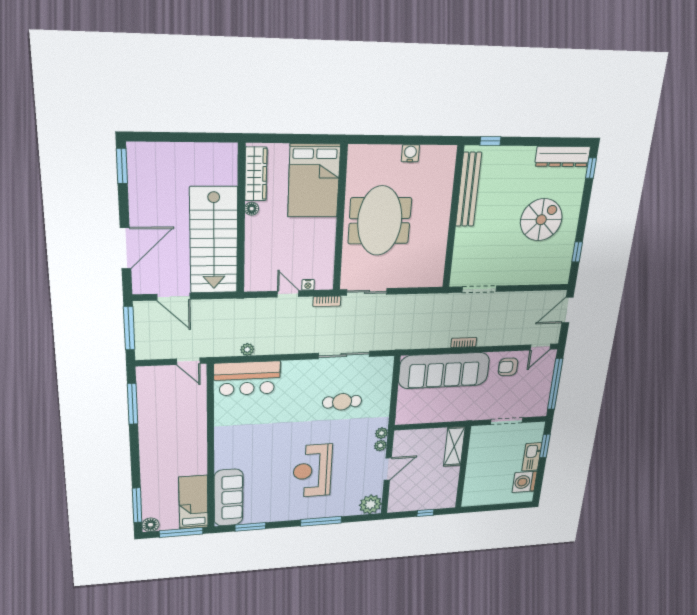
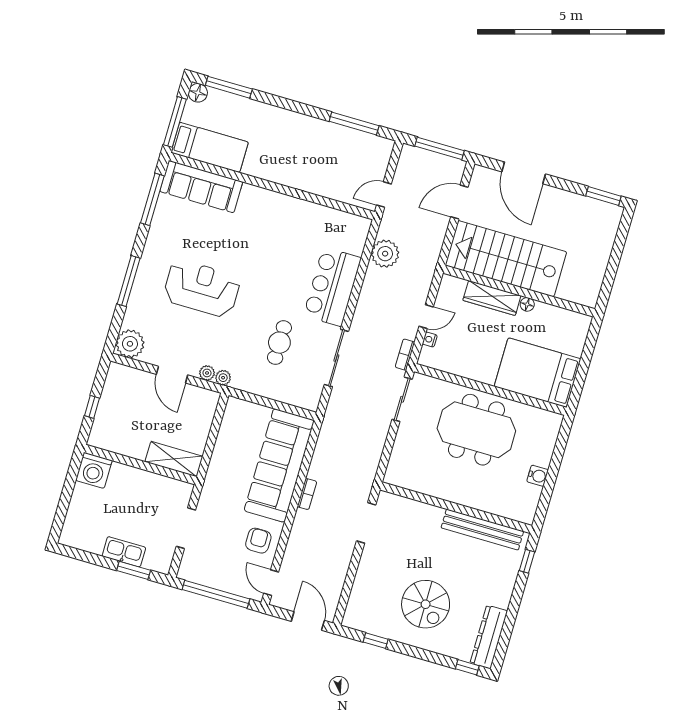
wardrobe: (256, 174) -> (492, 298), moved
plant: (247, 350) -> (385, 254), width x1.88, depth x1.88
bar counter: (247, 378) -> (332, 287), moved
washing machine: (525, 482) -> (94, 470), moved, turned 180
window: (250, 527) -> (152, 199), width x1.44

